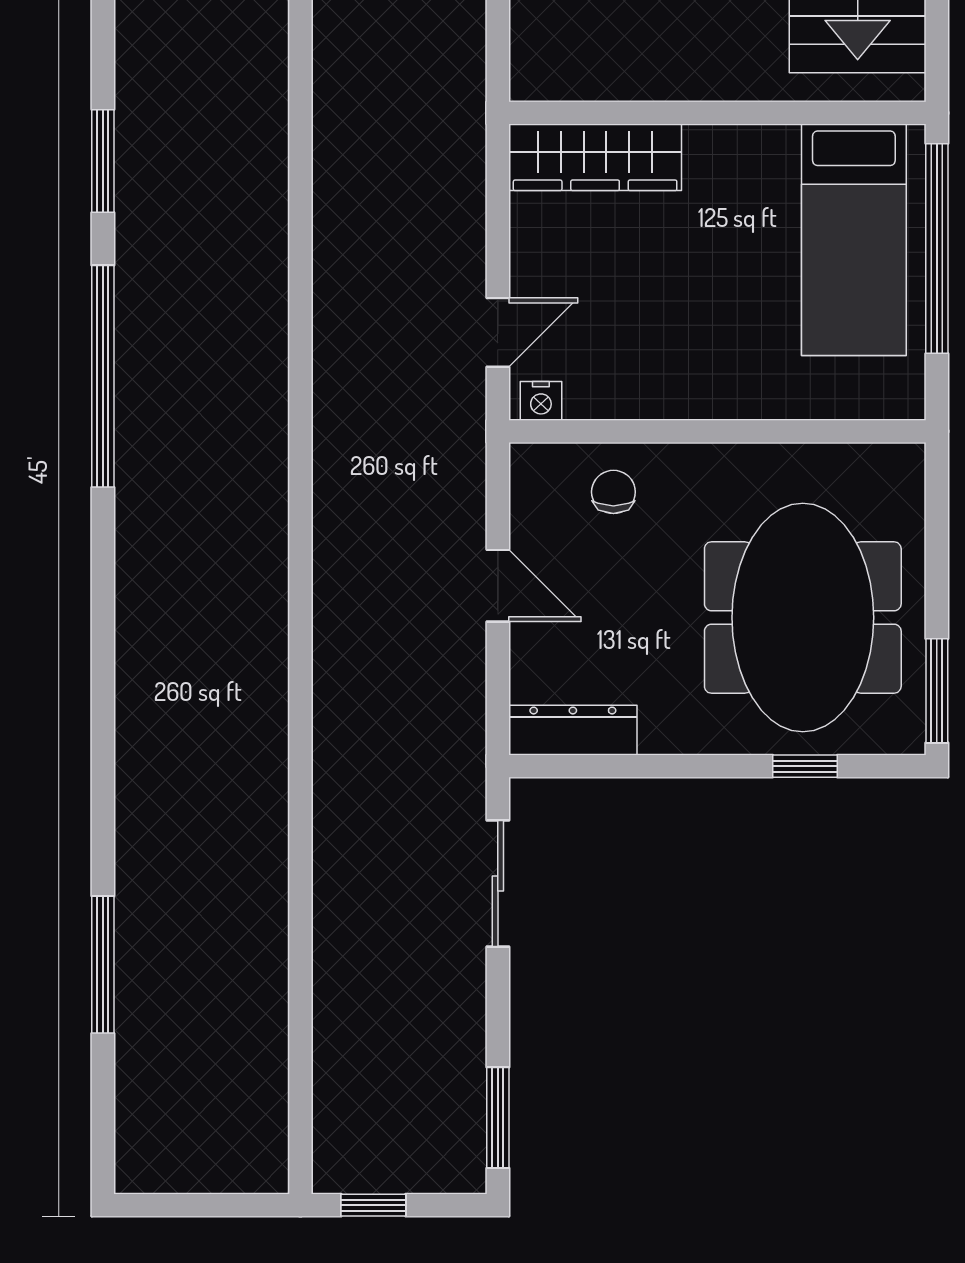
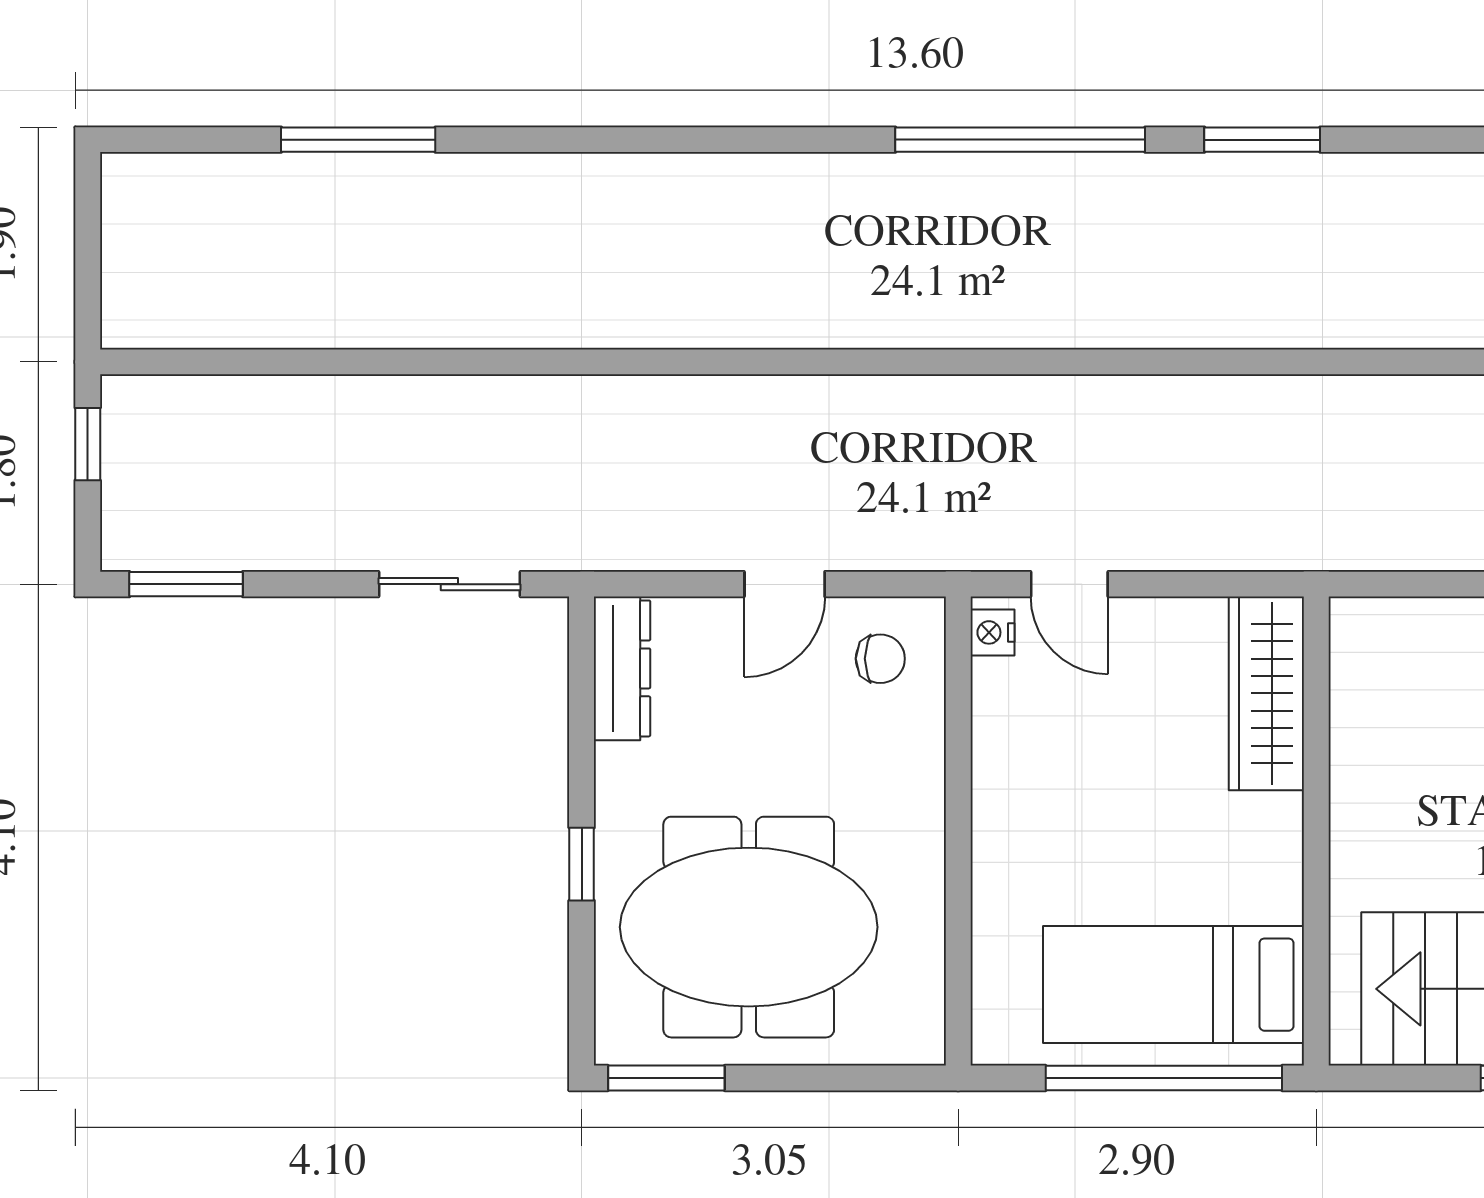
chair: (613, 492) -> (880, 659), moved
window: (805, 766) -> (582, 864), moved

